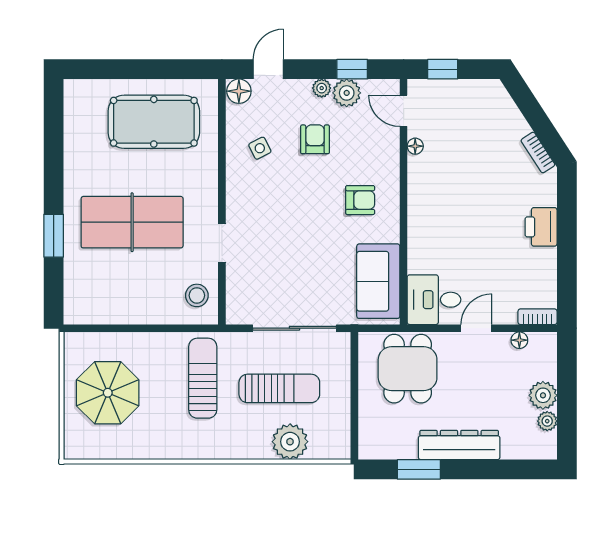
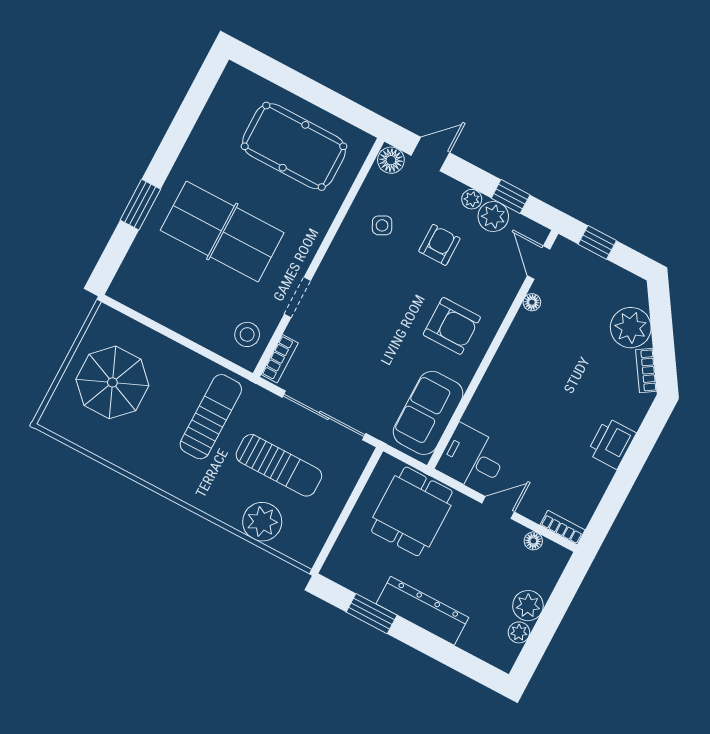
plant: (507, 124) -> (631, 328), added
armchair: (360, 200) -> (452, 326), width x1.38, depth x1.38
bookcase: (234, 301) -> (280, 359), added

